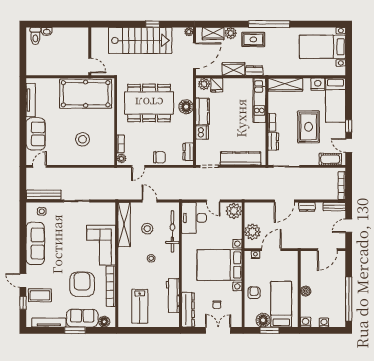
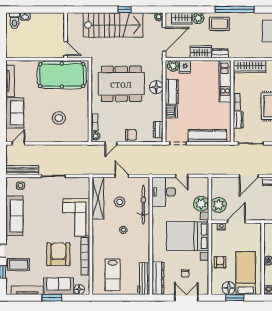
plant: (234, 211) -> (201, 204), moved
workbench: (173, 296) -> (144, 279), moved

